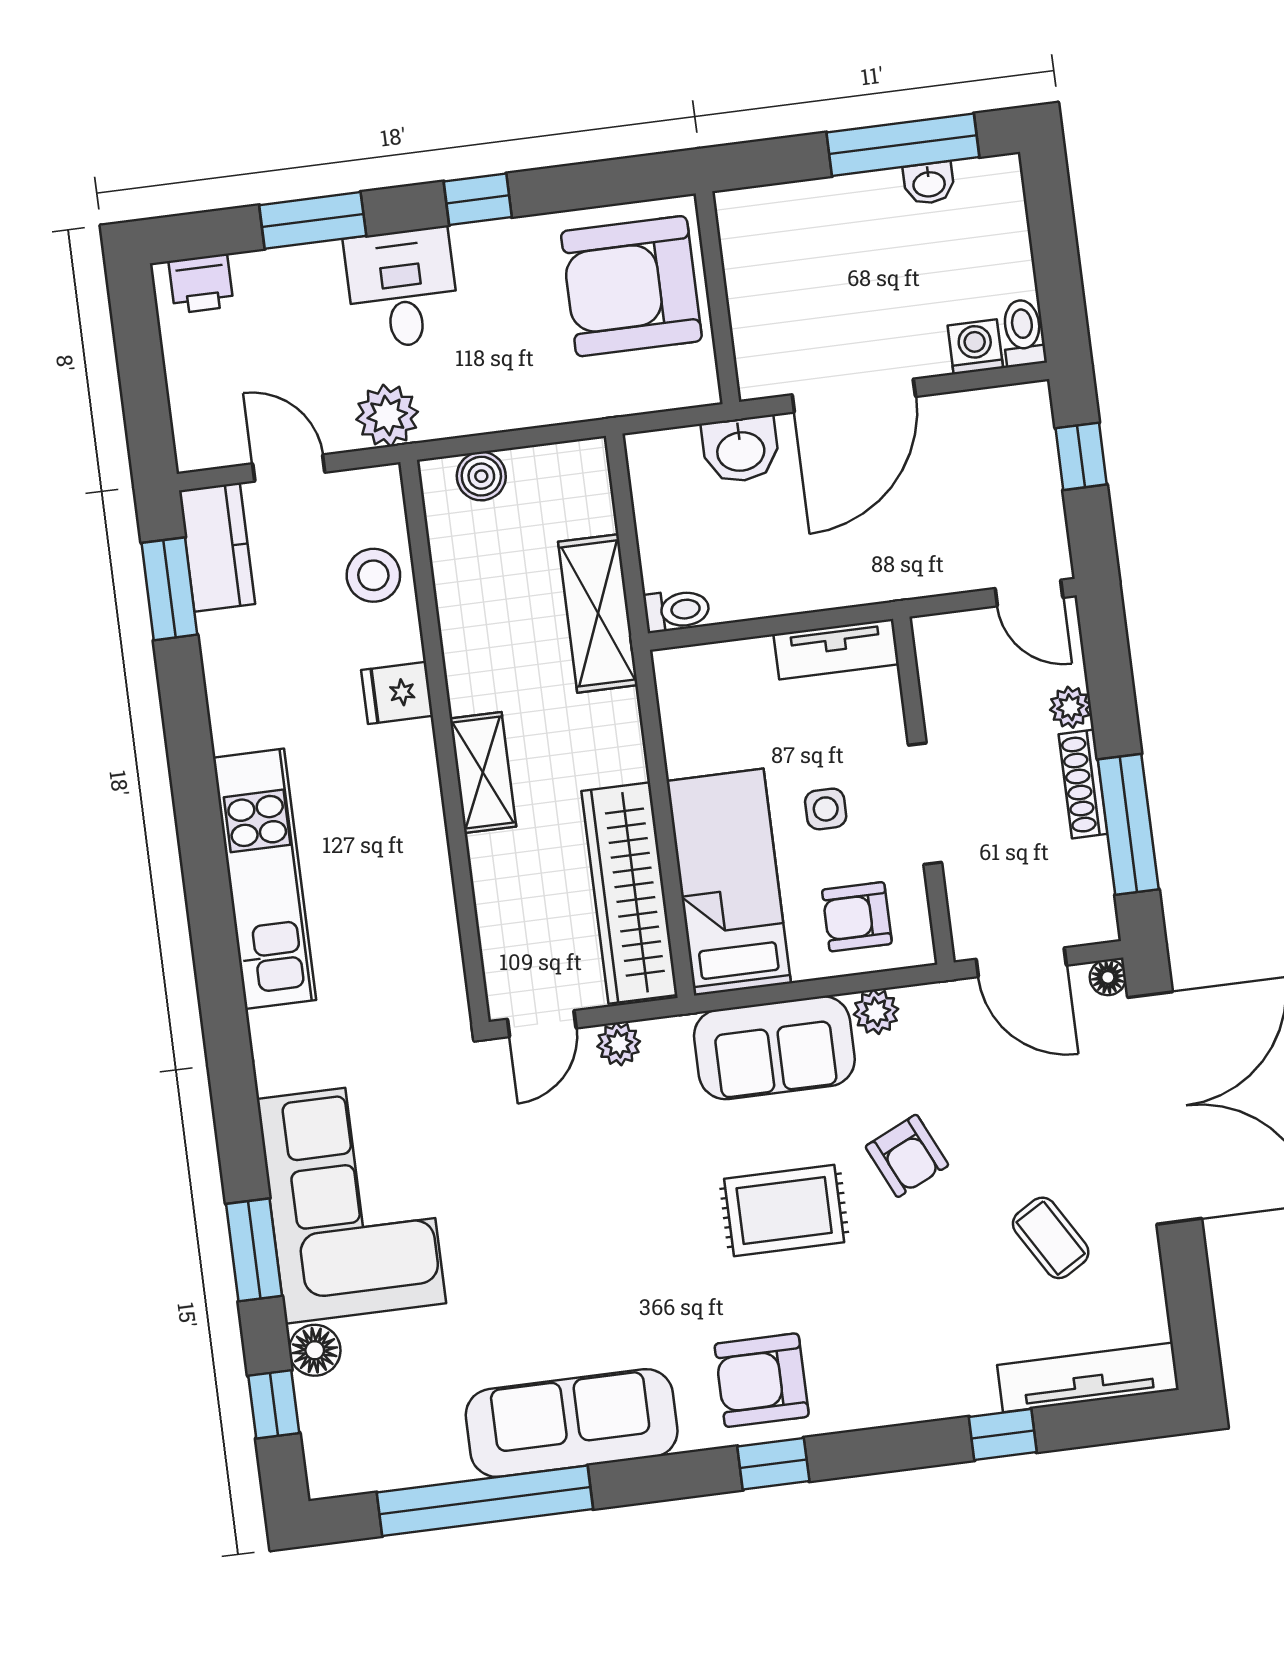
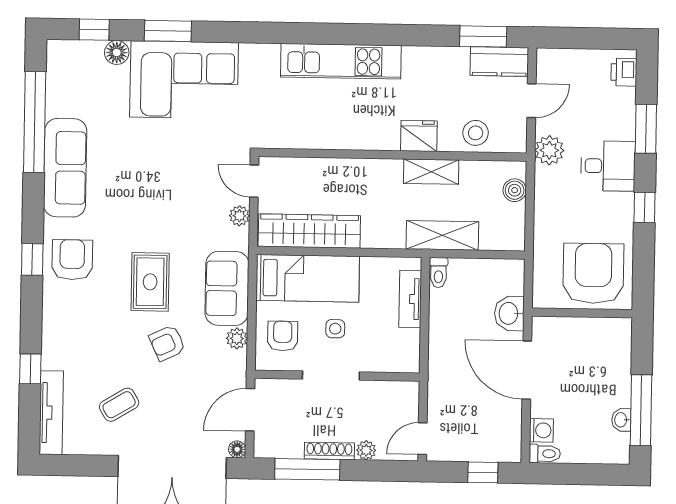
tv unit: (836, 649) -> (410, 299), moved
fridge: (397, 693) -> (419, 136), width x1.38
shelving: (483, 773) -> (431, 172), moved

